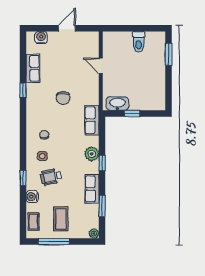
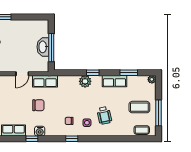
door: (101, 66) -> (22, 74), moved
washbasin: (117, 104) -> (43, 47), moved
window: (132, 114) -> (51, 48), width x2.17
row of seats: (92, 120) -> (45, 81), moved
window: (23, 178) -> (72, 139), moved
water cooler: (32, 197) -> (40, 131), moved

